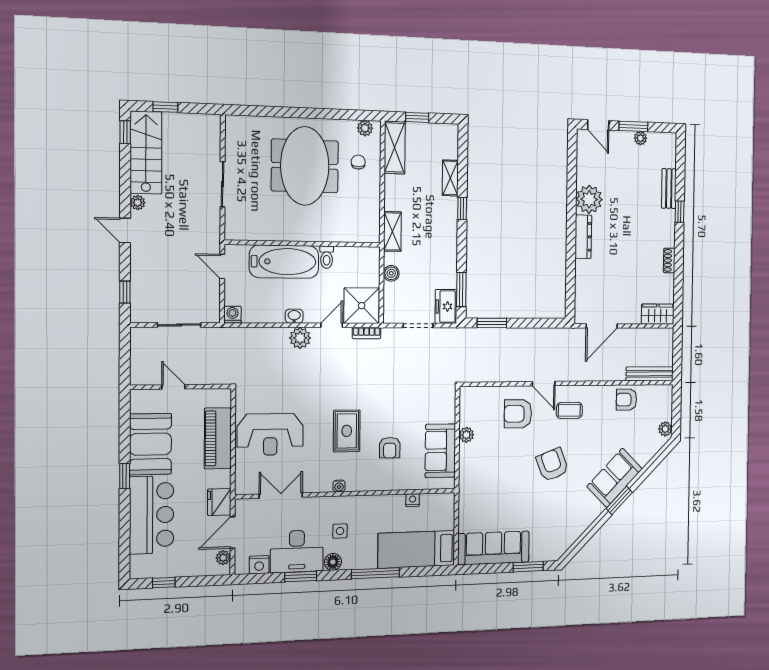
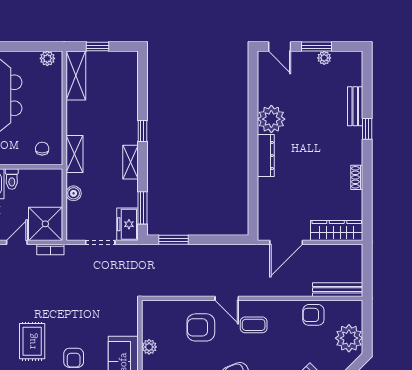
chair: (358, 162) -> (42, 149), moved
shelving: (450, 178) -> (130, 162), moved
wardrobe: (658, 314) -> (337, 230), width x1.50
plant: (665, 429) -> (349, 338), width x1.87, depth x1.87

